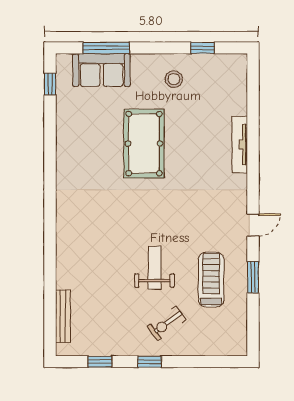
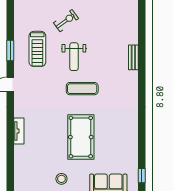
tv unit: (240, 145) -> (19, 131), width x0.71
exercise mat: (142, 218) -> (82, 89), added
bench: (63, 316) -> (133, 57), moved, width x0.73

